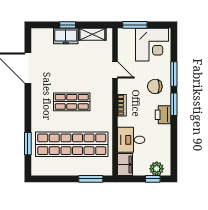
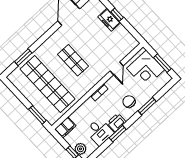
window: (135, 25) -> (162, 63), moved
shelving: (92, 34) -> (125, 35), removed
corner desk: (152, 45) -> (146, 69), moved
window: (174, 104) -> (118, 134), moved
desk: (131, 140) -> (99, 132), moved, turned 180

